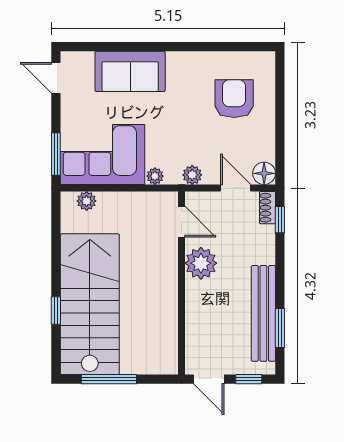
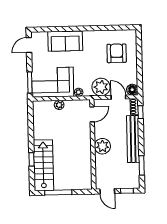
door: (56, 78) -> (29, 45), hinge flipped
plant: (192, 175) -> (101, 87), width x1.88, depth x1.88
plant: (87, 201) -> (59, 105), moved
door: (181, 222) -> (92, 114), hinge flipped
plant: (201, 263) -> (102, 146), moved
stairs: (90, 304) -> (43, 165), width x0.73, depth x0.66
bench: (263, 313) -> (133, 139), moved

